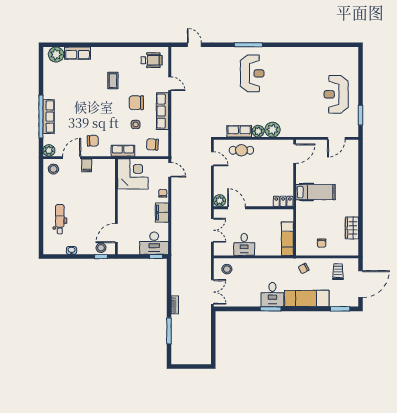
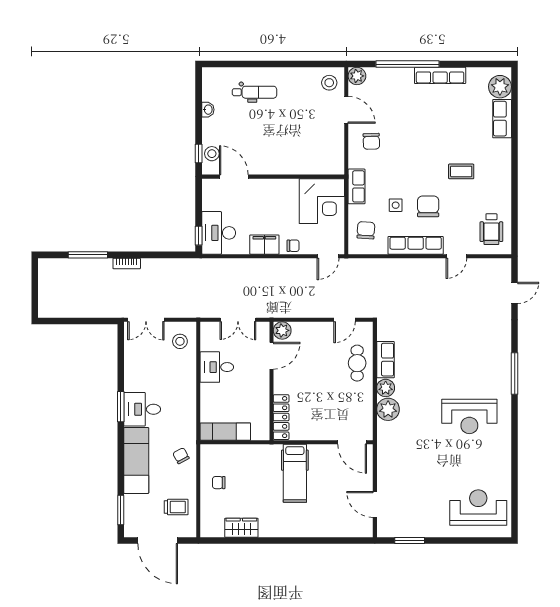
reception desk: (252, 73) -> (469, 416), moved
reception desk: (336, 94) -> (478, 507), moved
row of seats: (49, 117) -> (440, 75), moved
filing cabinet: (87, 165) -> (335, 132), removed
locker: (283, 201) -> (281, 417), width x1.53

